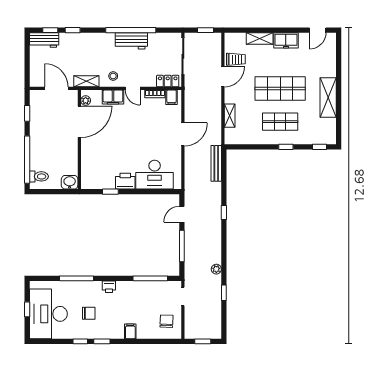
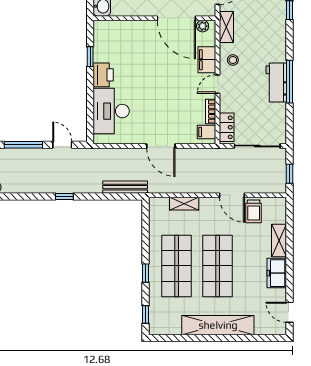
window: (131, 30) -> (290, 82), width x0.68
shelving: (328, 97) -> (218, 325), width x1.47
shop shelf: (280, 122) -> (177, 266), width x1.43, depth x1.36

